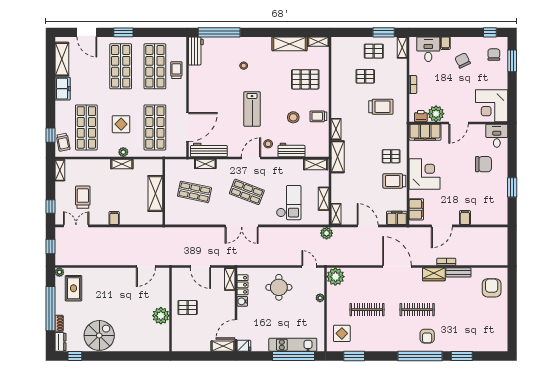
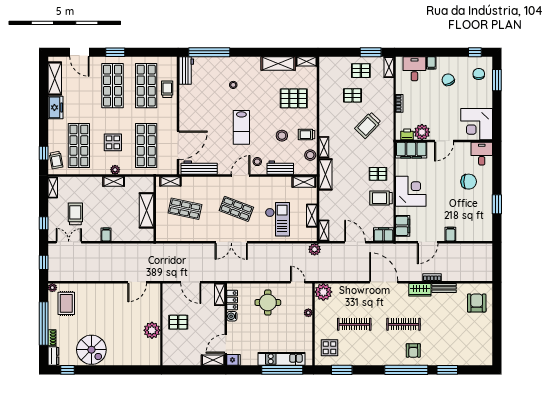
trolley: (381, 107) -> (368, 125), turned 134
stool: (322, 137) -> (310, 155), added
shelving: (205, 164) -> (170, 181), moved
spiral stairs: (99, 335) -> (91, 350), turned 90

